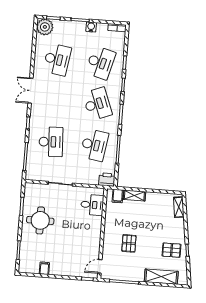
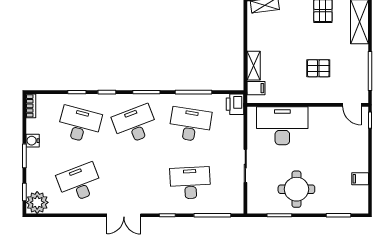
desk: (57, 60) -> (80, 183), turned -30
desk: (92, 205) -> (282, 126), width x1.87, depth x1.30

